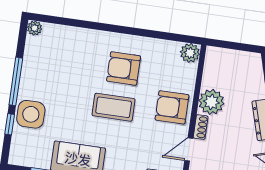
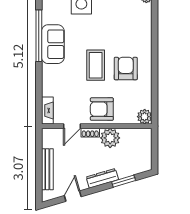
armchair: (172, 107) -> (102, 109), turned -90
door: (189, 150) -> (72, 126), swing flipped

